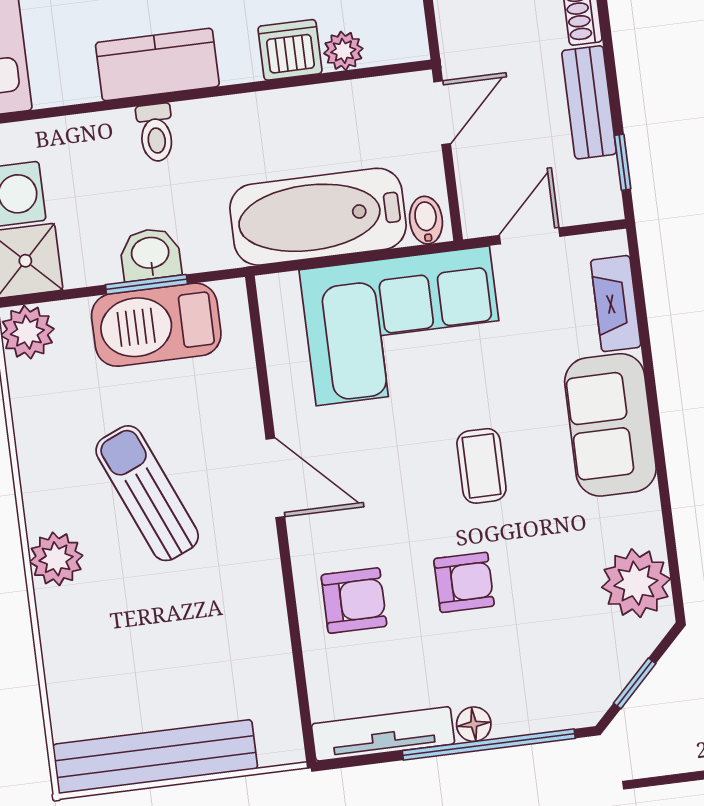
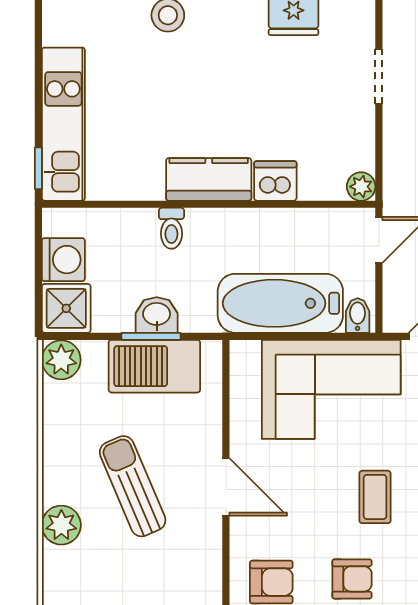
plant: (343, 51) -> (361, 187), moved
kitchen counter: (157, 64) -> (209, 179), moved

